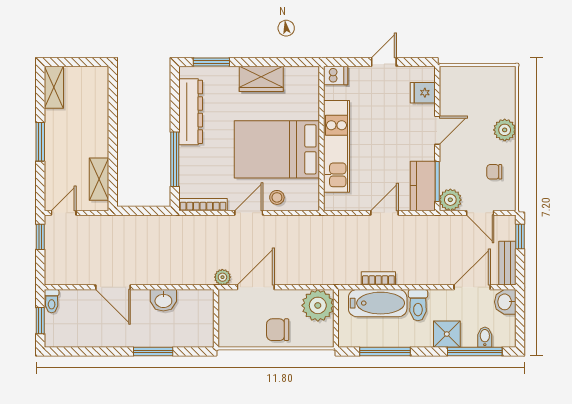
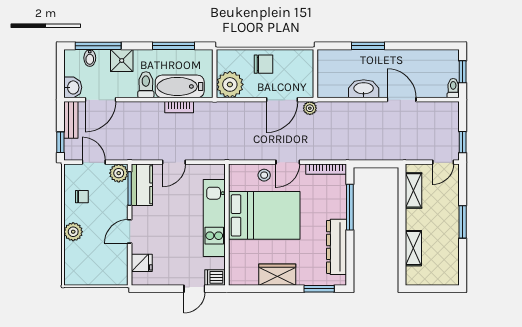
door: (384, 62) -> (194, 289), moved
shelving: (54, 87) -> (413, 248), moved
washbasin: (163, 300) -> (364, 89), width x1.38

